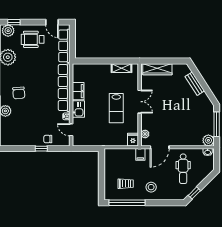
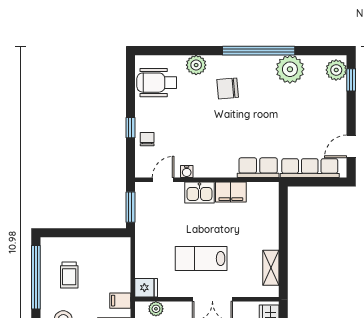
wheelchair: (33, 39) -> (157, 83), moved, turned -90
row of seats: (64, 88) -> (258, 168), width x0.50
window: (87, 149) -> (130, 207), added

